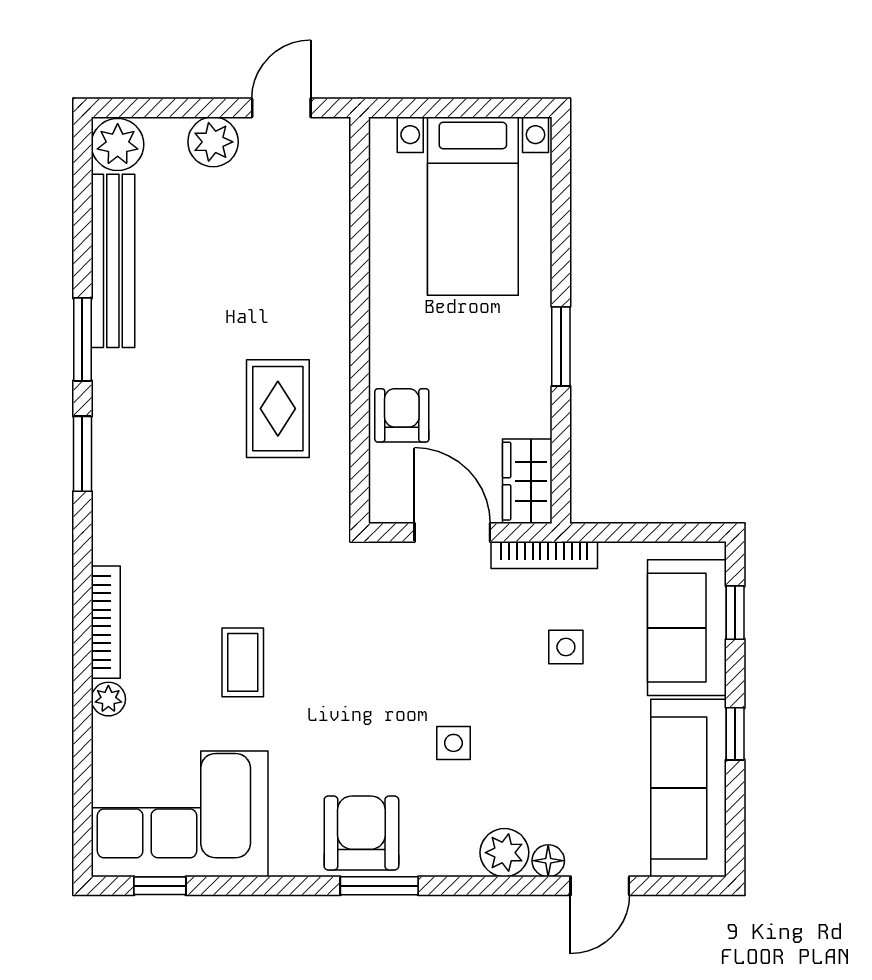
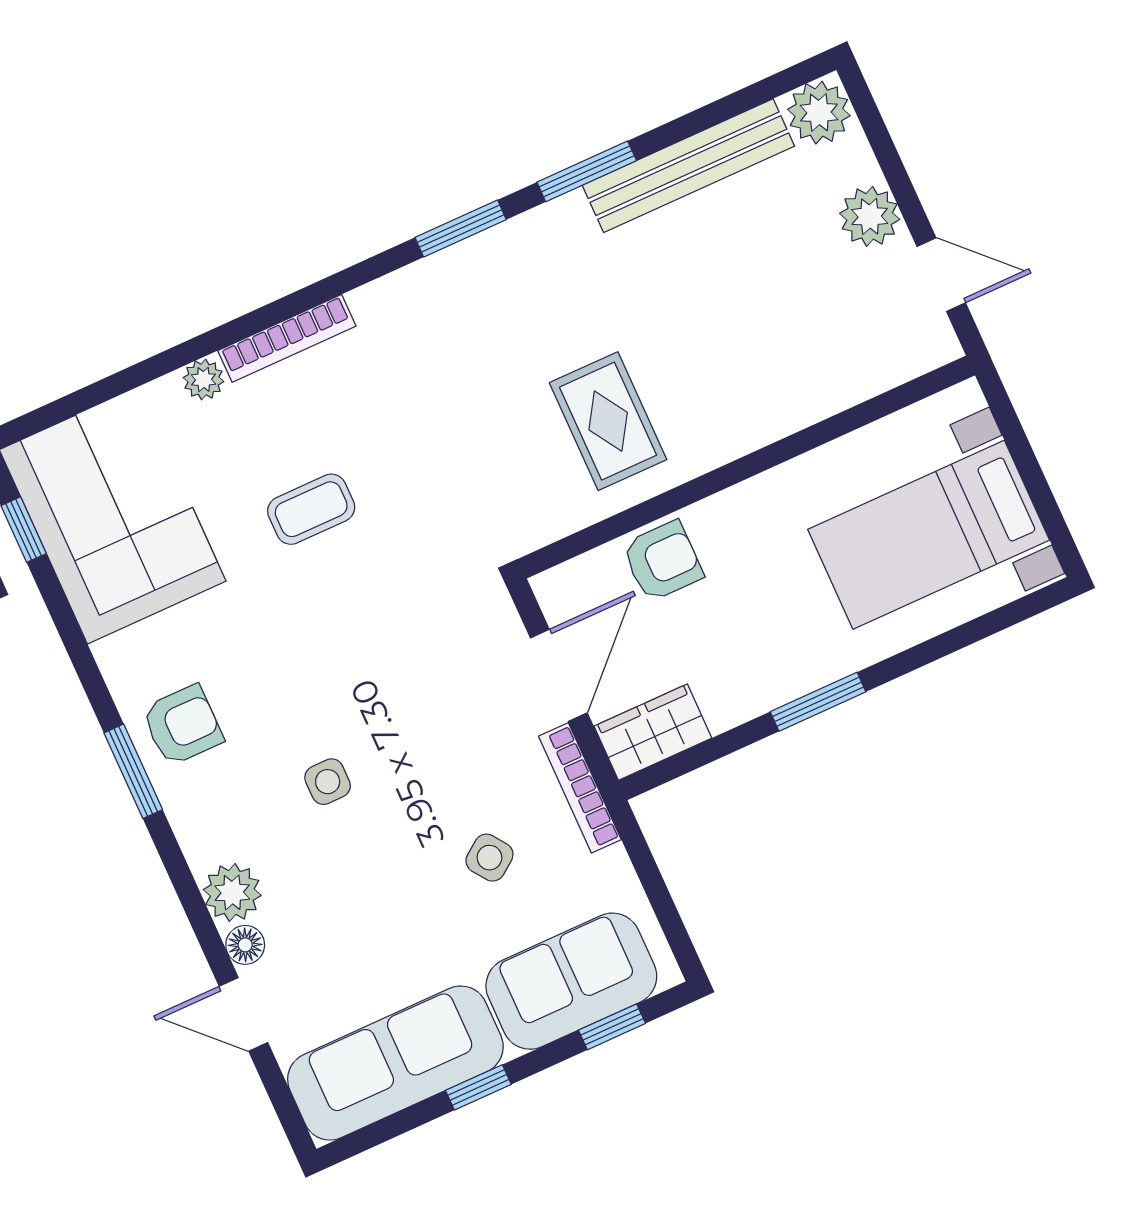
rug: (278, 409) -> (608, 421), turned 90
side table: (566, 647) -> (489, 858), turned -36
armchair: (361, 833) -> (182, 725), width x0.72, depth x0.72

